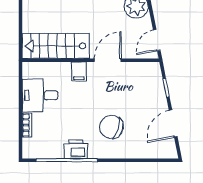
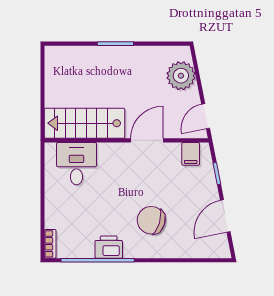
filing cabinet: (79, 71) -> (191, 154), moved
desk: (40, 95) -> (76, 164), moved, turned 90
bookcase: (27, 125) -> (50, 244), moved

